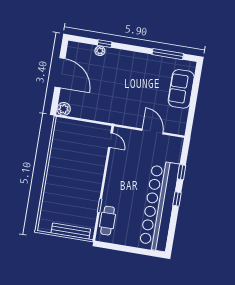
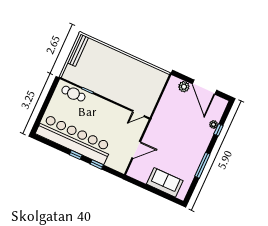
window: (168, 54) -> (202, 165), moved
door: (60, 73) -> (204, 87), hinge flipped
plant: (64, 109) -> (184, 87), moved
bench: (71, 231) -> (78, 50), moved

